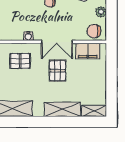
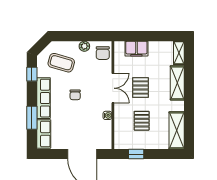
filing cabinet: (88, 51) -> (136, 49), moved, turned 90
pallet: (20, 61) -> (142, 121), moved
pallet: (58, 71) -> (140, 88), turned 90

